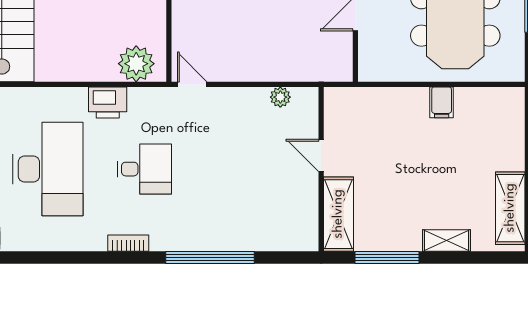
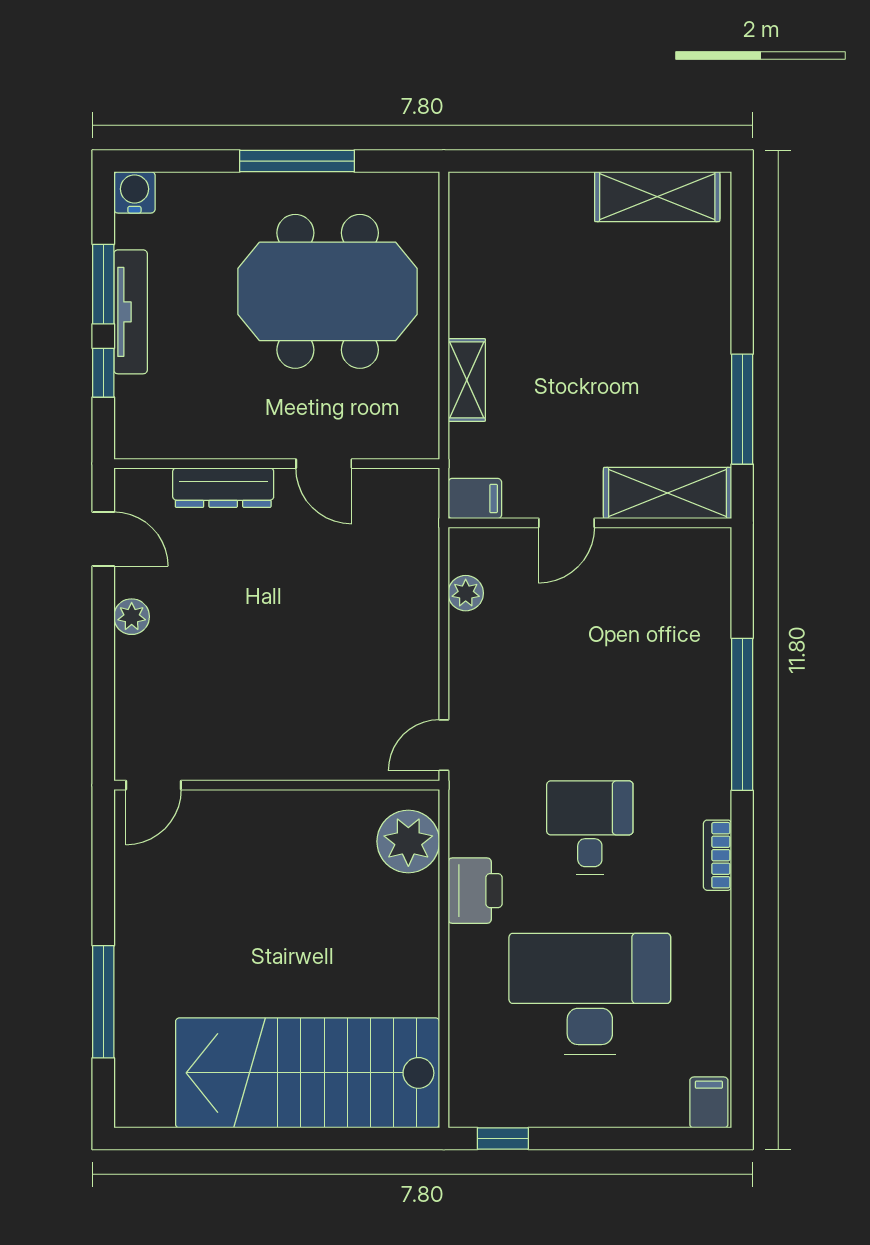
filing cabinet: (442, 102) -> (475, 498), moved
shelving: (447, 240) -> (467, 380), moved

